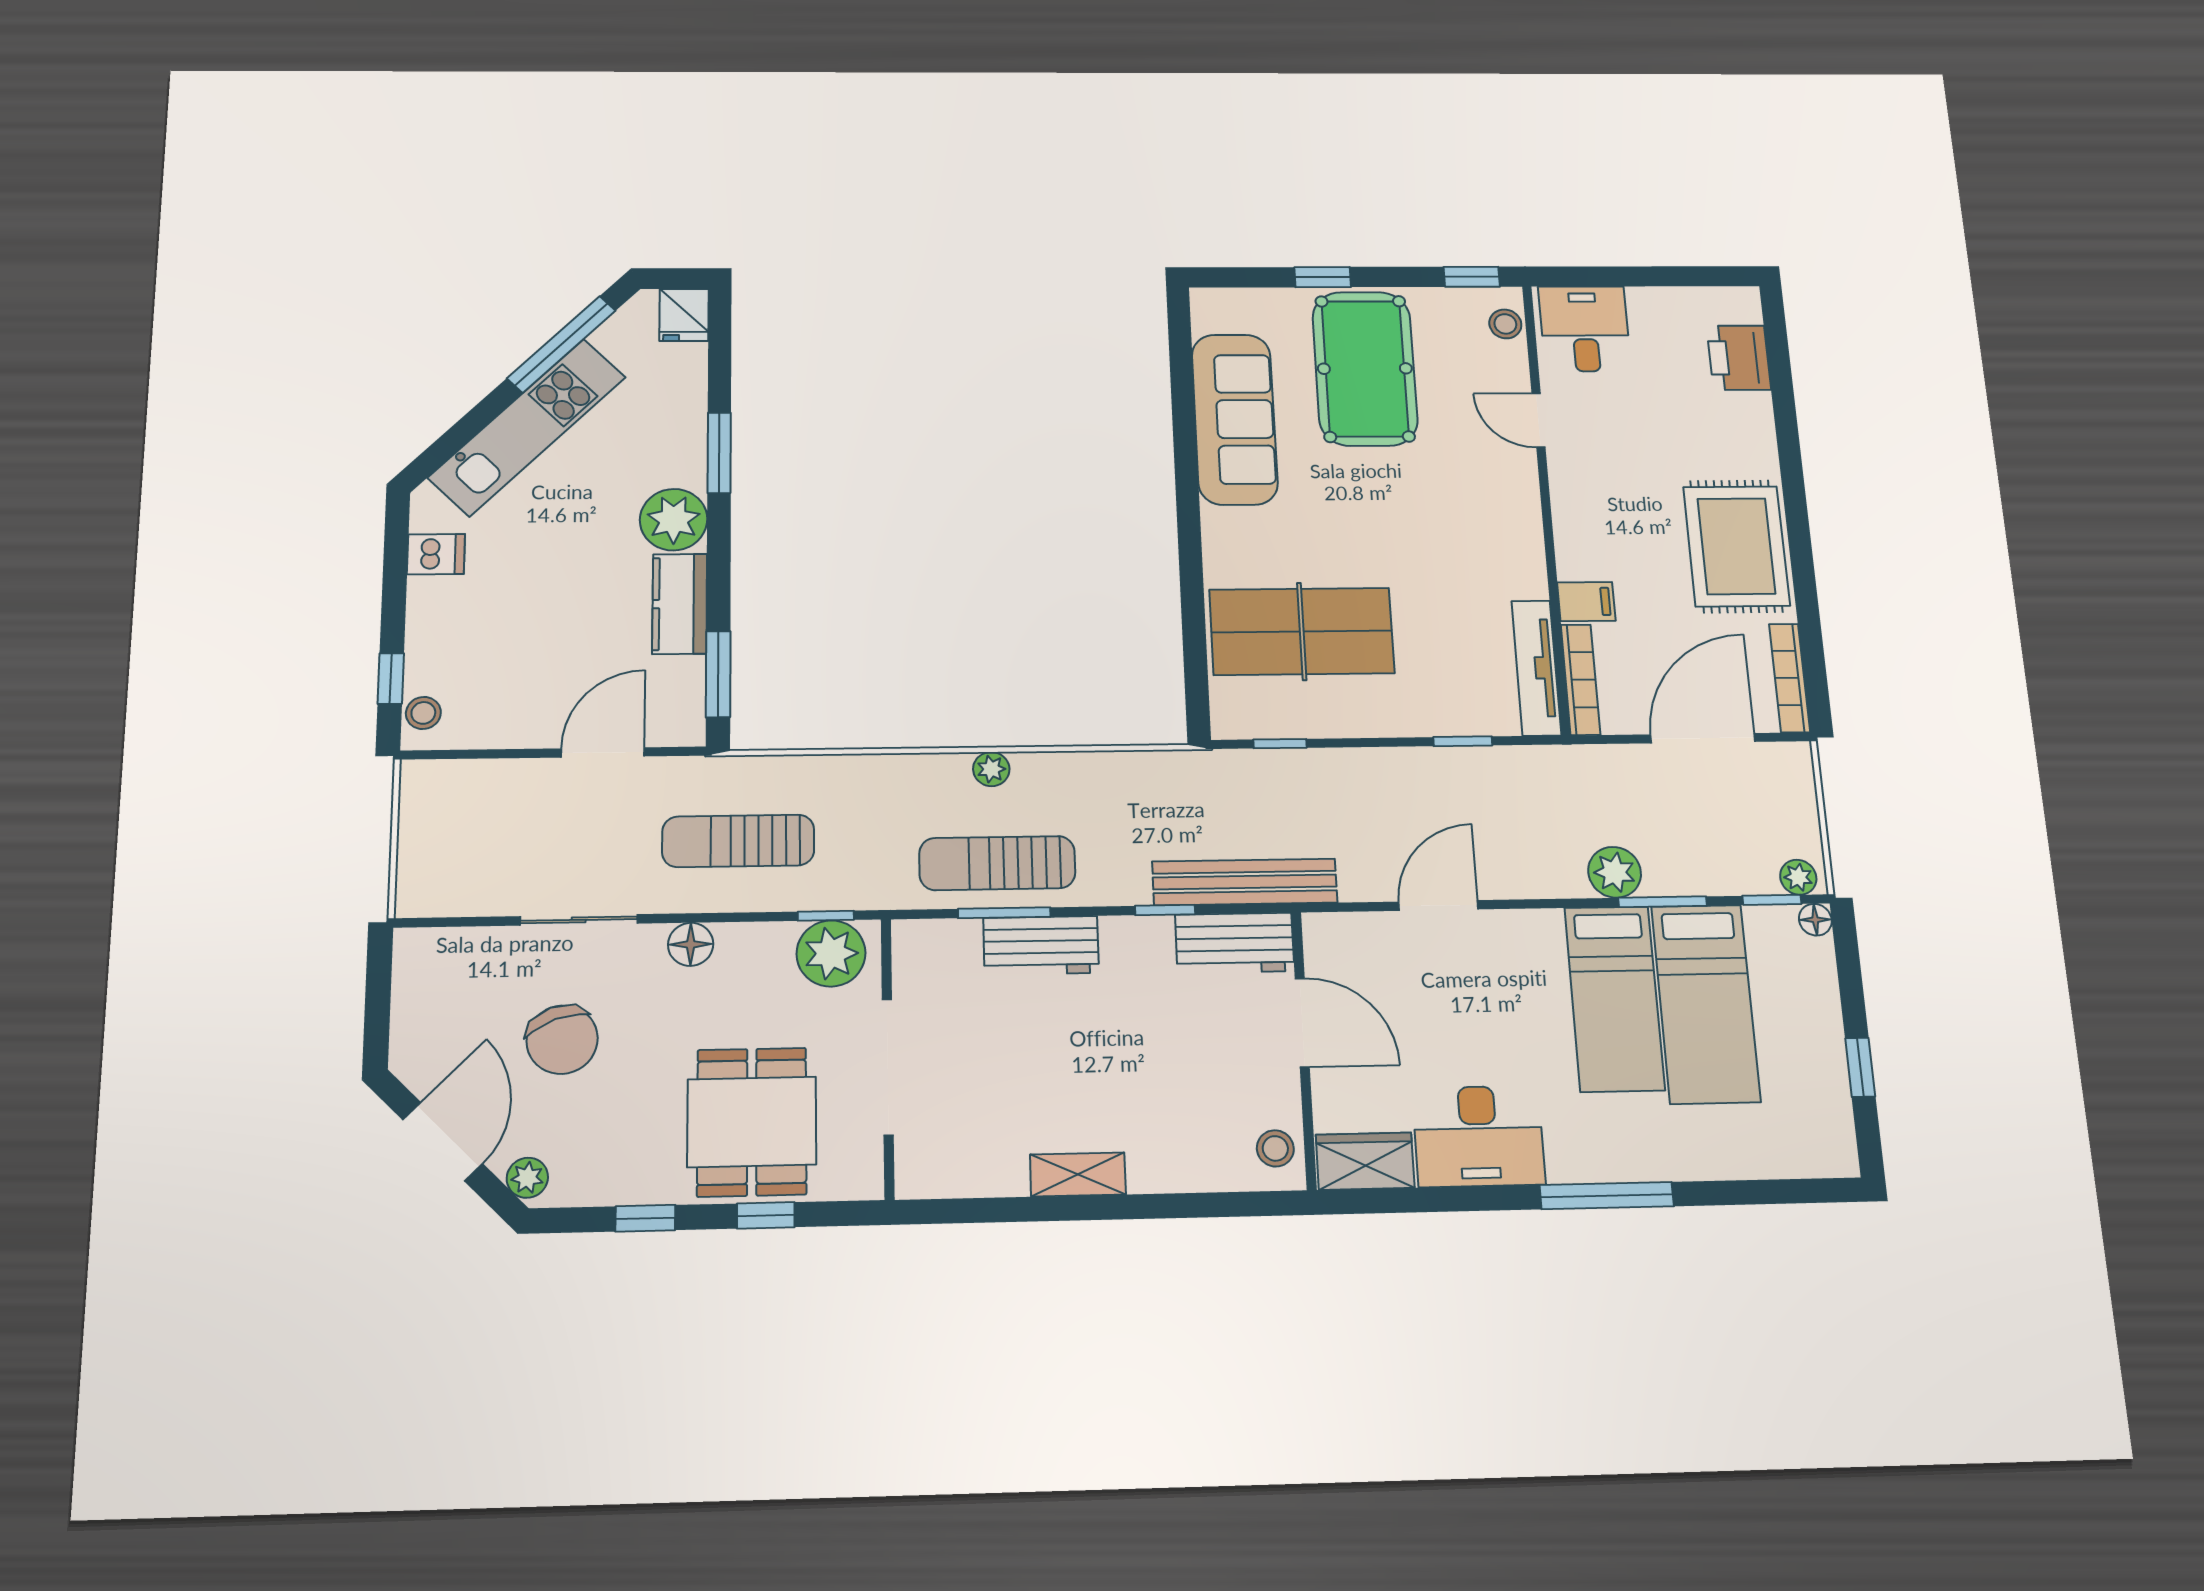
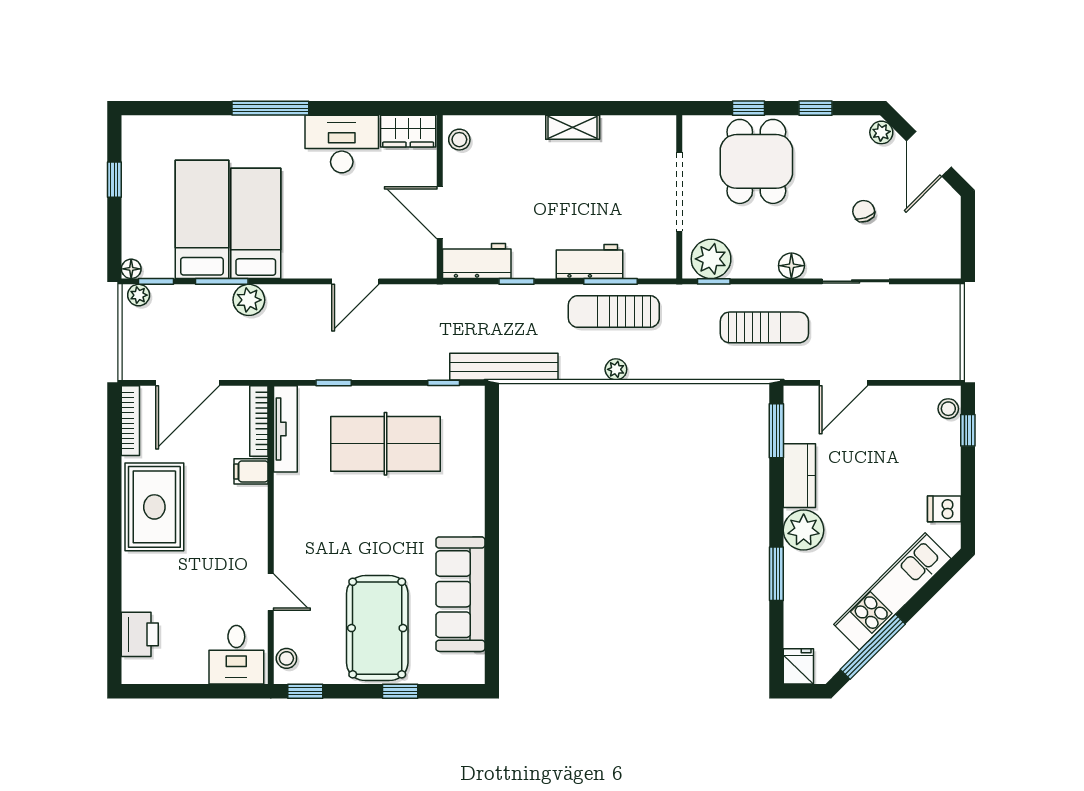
table tennis table: (1302, 631) -> (386, 444), moved
sun lounger: (997, 863) -> (614, 312), turned 180
bench: (1245, 882) -> (504, 367), moved
chair: (562, 1040) -> (864, 211), width x0.54, depth x0.54

